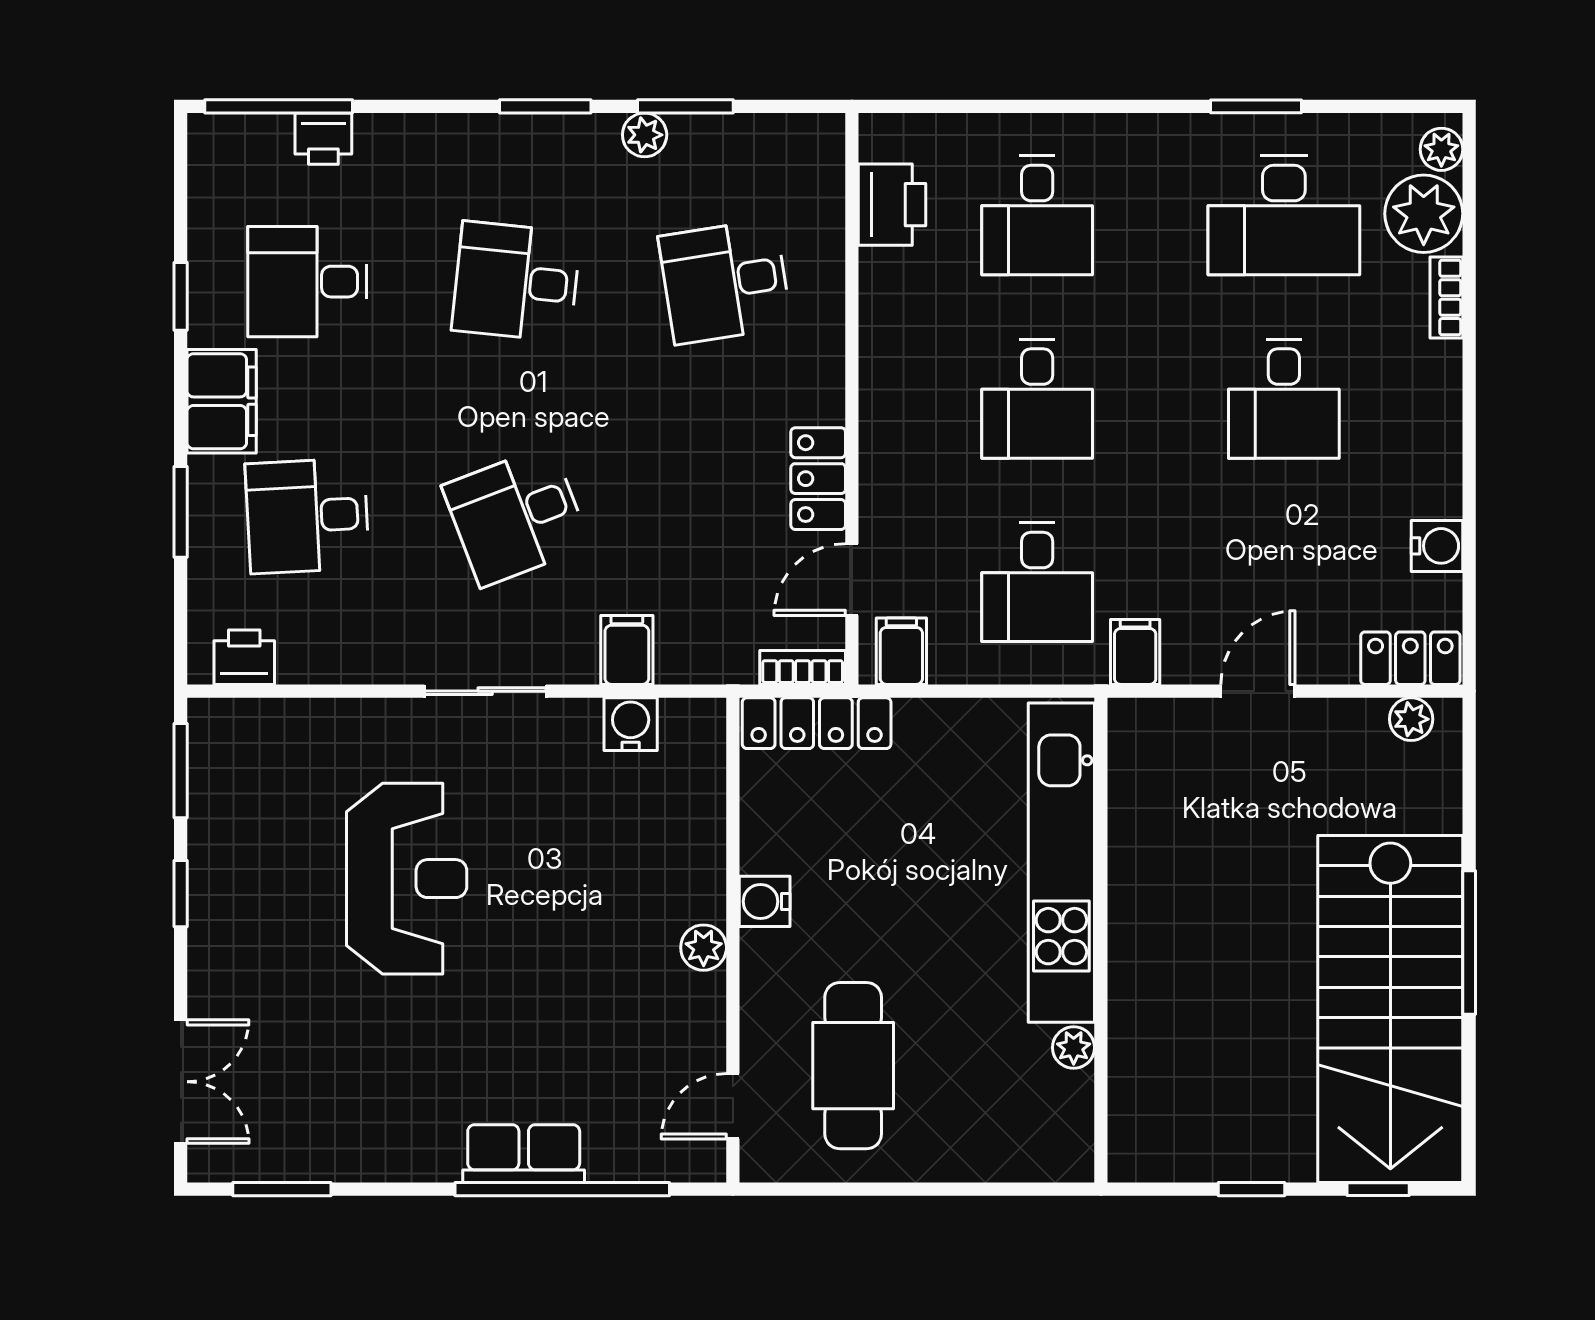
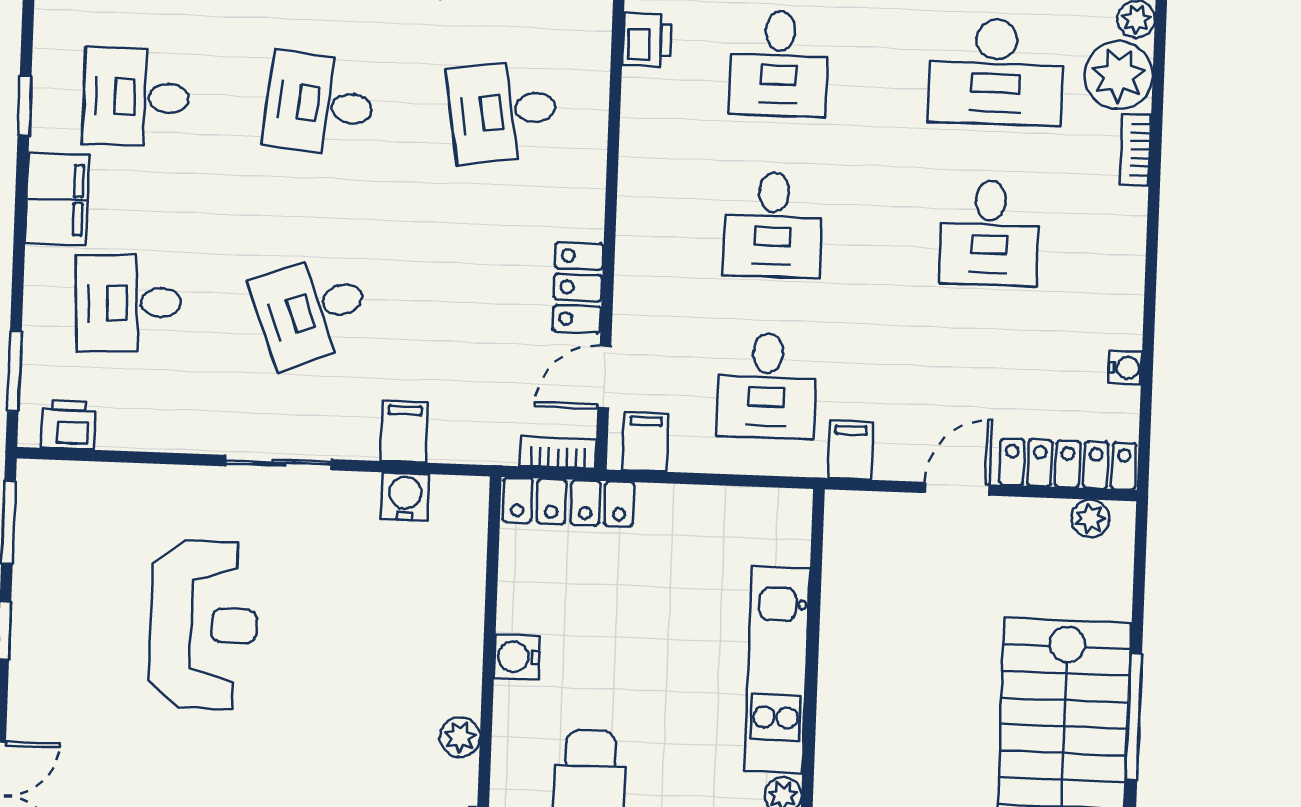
printer: (892, 205) -> (647, 40), width x0.73, depth x0.81
window: (181, 512) -> (14, 371), moved
water cooler: (1437, 546) -> (1125, 368), width x0.72, depth x0.72
locker: (1410, 658) -> (1068, 464), width x1.53
kitchen unit: (1061, 863) -> (777, 670), width x0.73
plant: (704, 948) -> (460, 737), moved

